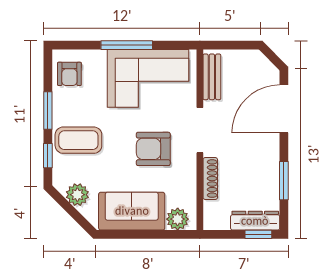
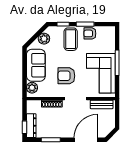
armchair: (69, 74) -> (90, 33), moved
door: (284, 109) -> (86, 140), hinge flipped
armchair: (153, 149) -> (66, 76), turned -90

